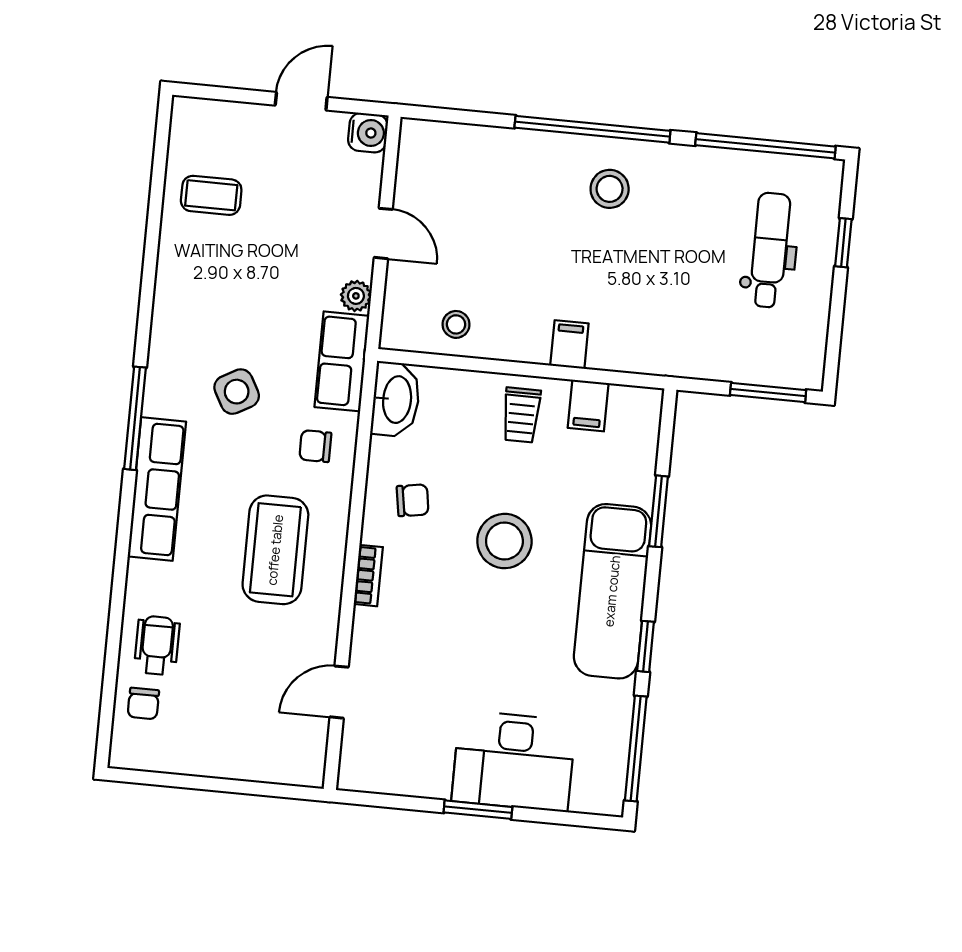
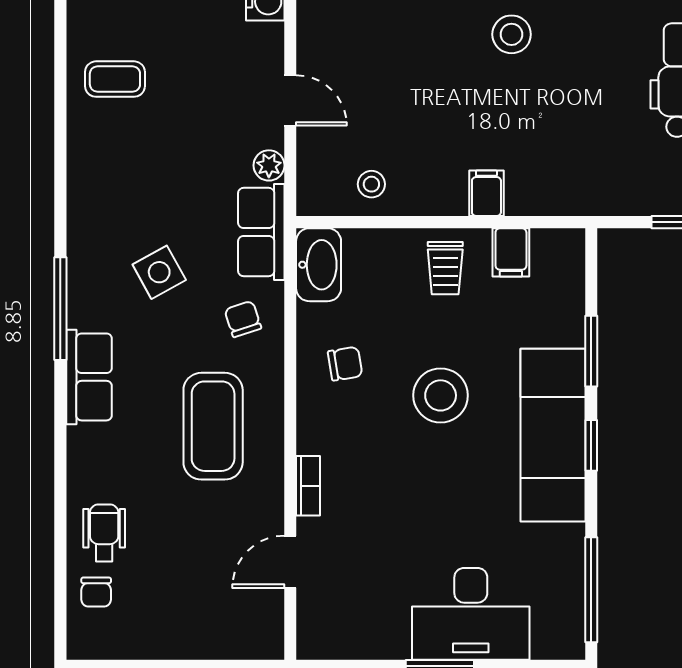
chair: (315, 446) -> (243, 319), turned 72
row of seats: (157, 489) -> (89, 377), width x0.68
bookcase: (368, 576) -> (308, 486), moved
window: (646, 646) -> (591, 445), moved

